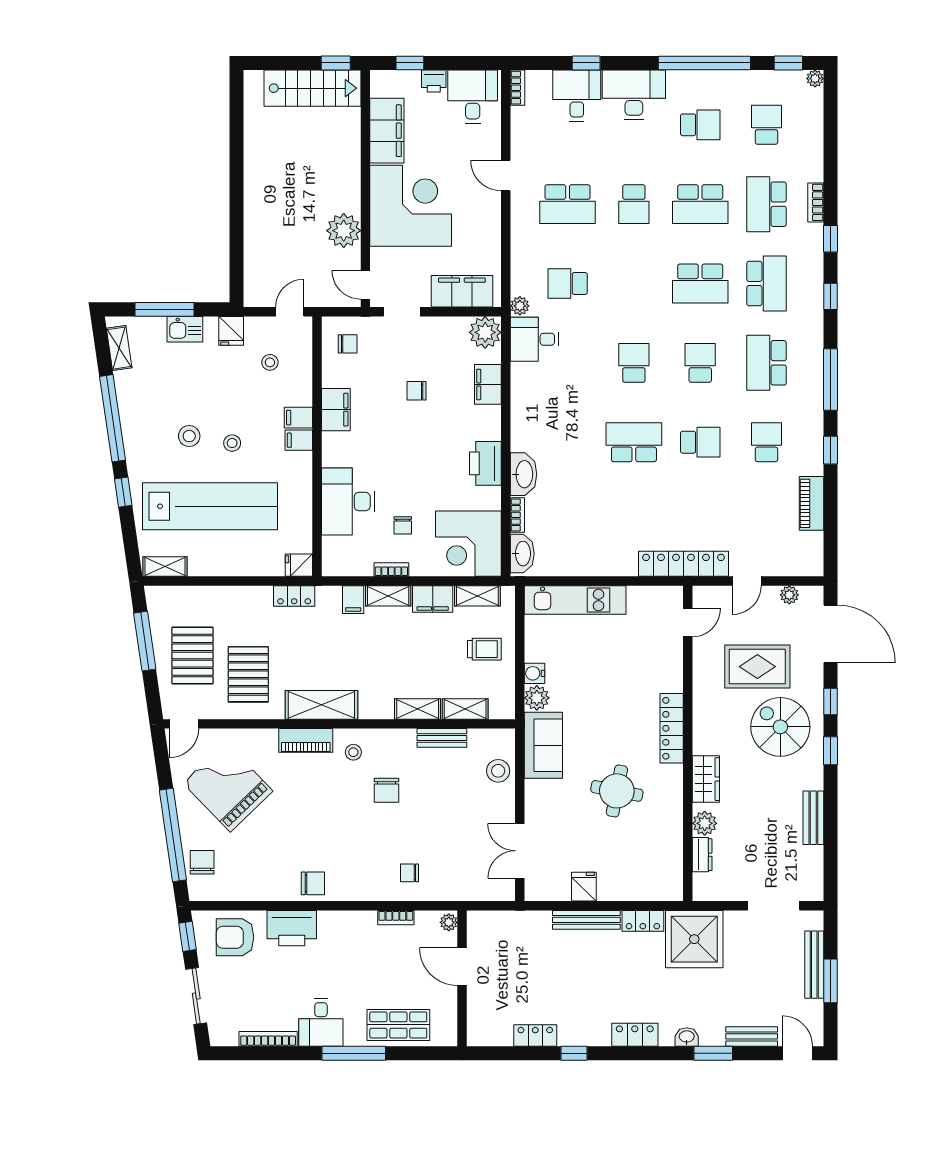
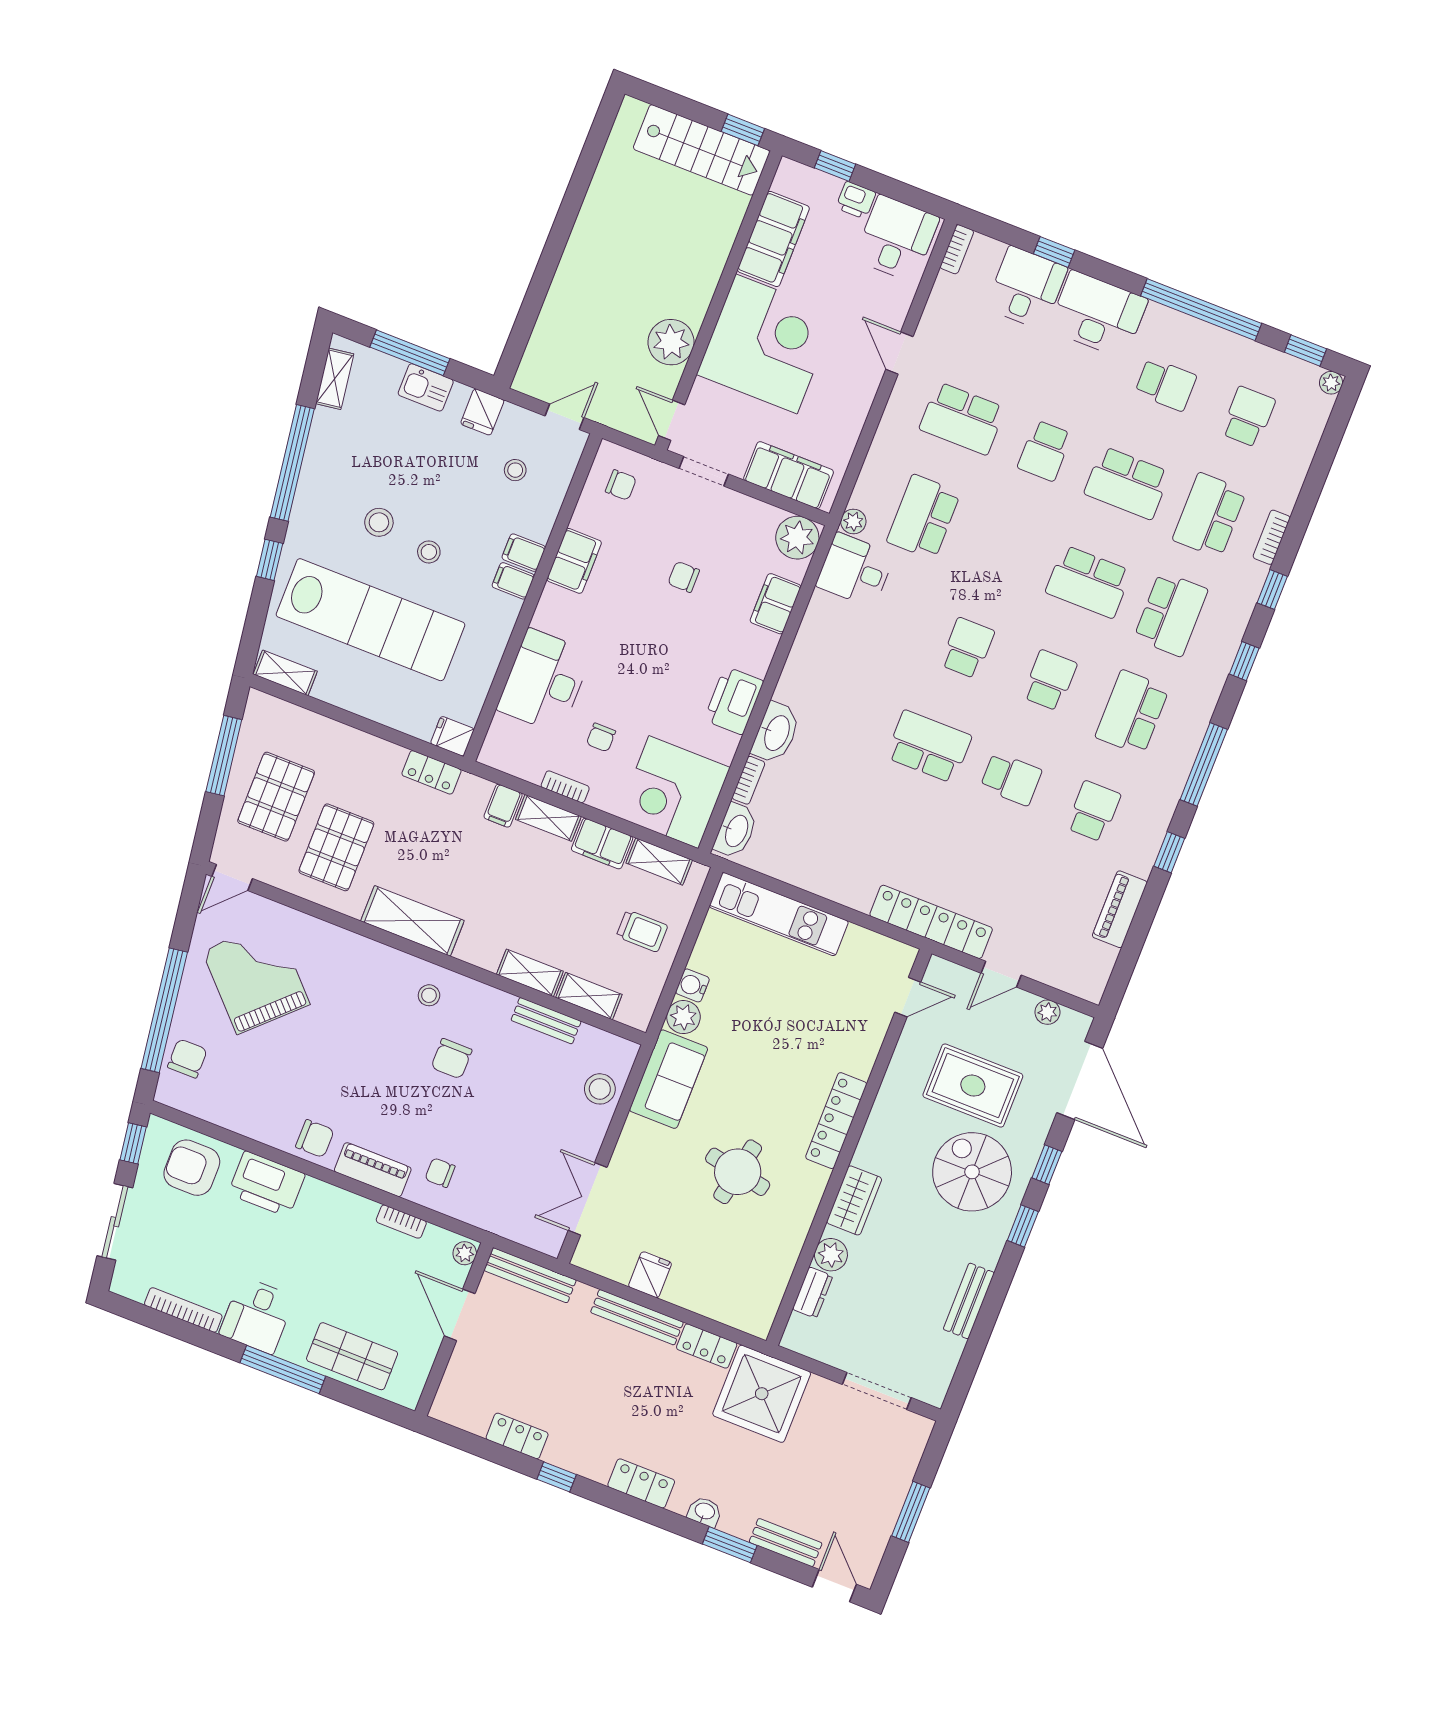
school desk: (568, 284) -> (924, 517), width x1.85
piano: (306, 740) -> (373, 1170), moved, turned 180
bench: (814, 965) -> (530, 1275), moved, turned 90

